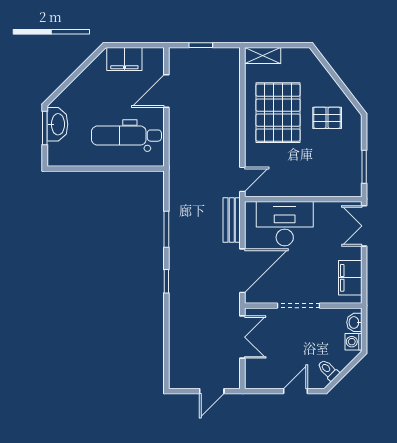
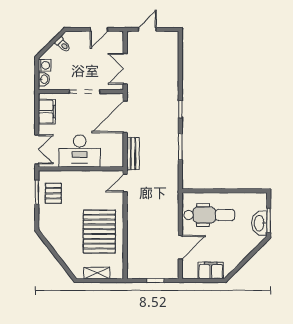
shelving: (263, 55) -> (97, 273), moved
pallet: (327, 118) -> (53, 193), moved, turned 90
desk: (285, 224) -> (80, 151), moved
door: (296, 391) -> (99, 29), moved

